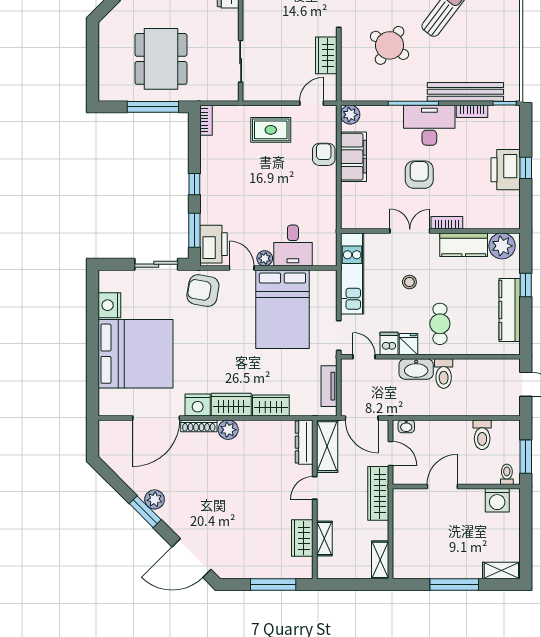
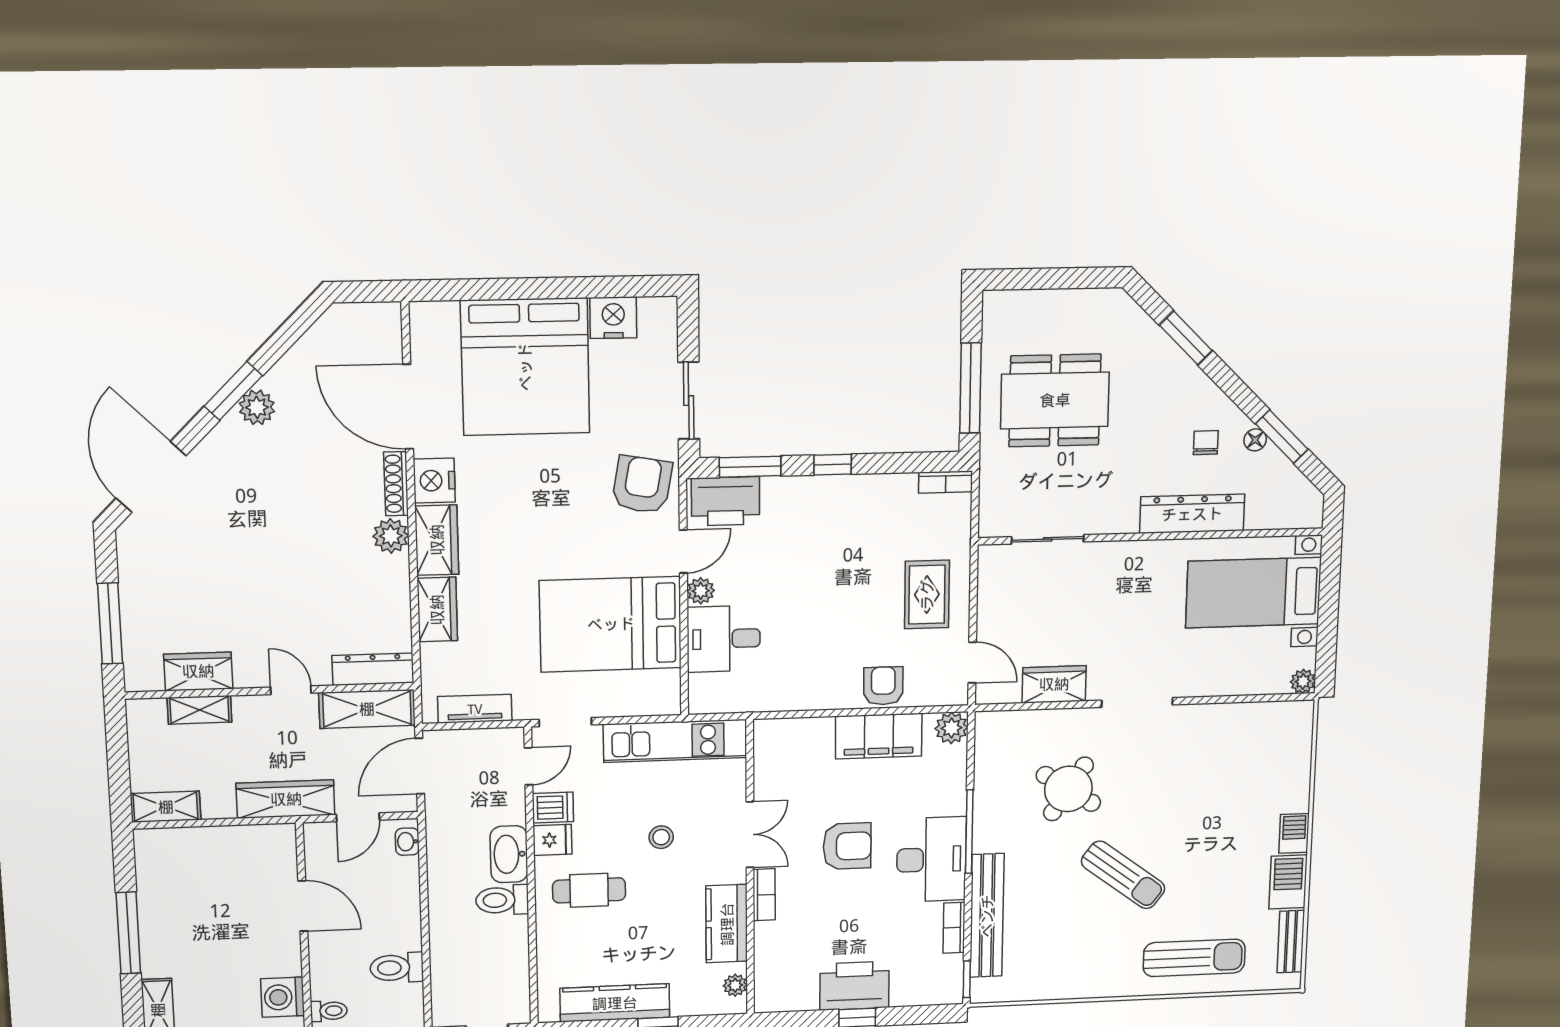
armchair: (324, 154) -> (883, 686), turned -90
plant: (502, 246) -> (735, 985), width x0.53, depth x0.53

